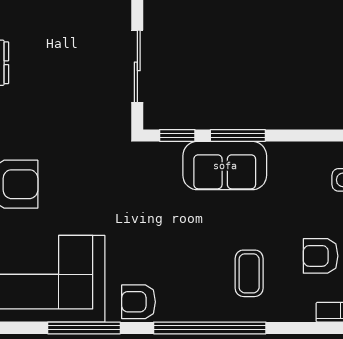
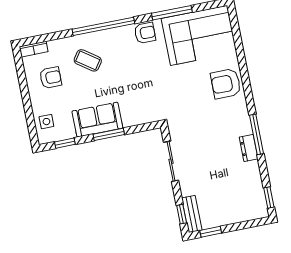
window: (177, 135) -> (65, 143), moved
sofa: (225, 166) -> (97, 120), moved
coffee table: (249, 273) -> (88, 60), turned -55

